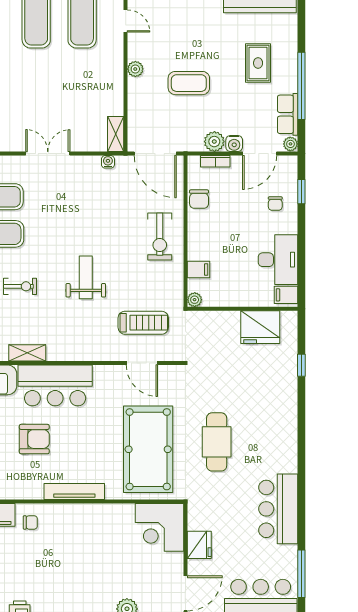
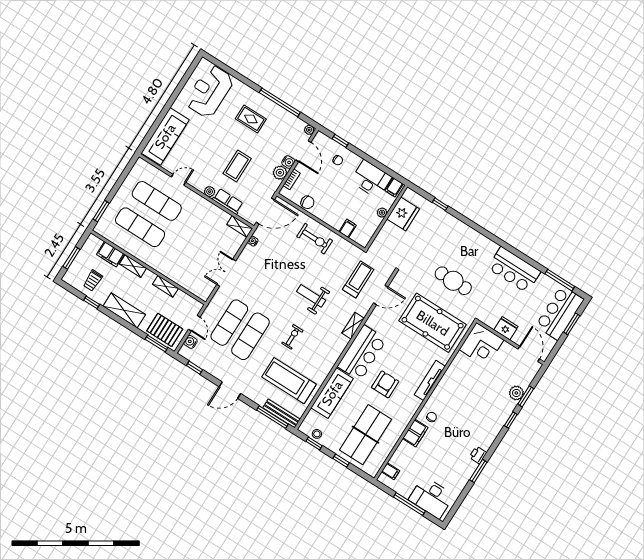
row of seats: (288, 114) -> (228, 201), moved, turned 180
plant: (195, 300) -> (382, 213), moved
shelving: (27, 353) -> (353, 326), moved

